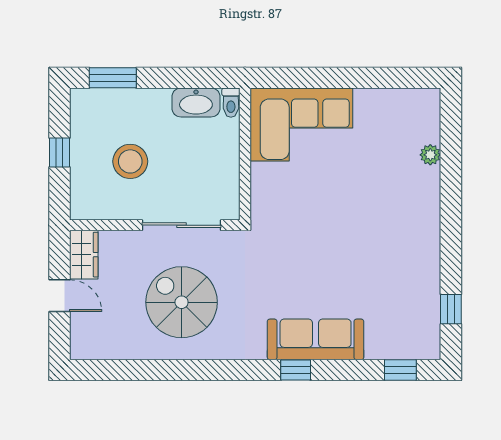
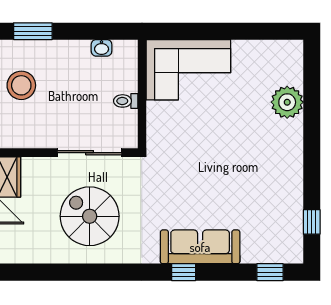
washbasin: (196, 102) -> (102, 48), width x0.52, depth x0.69
toilet: (231, 103) -> (126, 101), moved, turned 90
plant: (430, 155) -> (287, 102), width x1.88, depth x1.88
stool: (130, 161) -> (21, 85), moved

